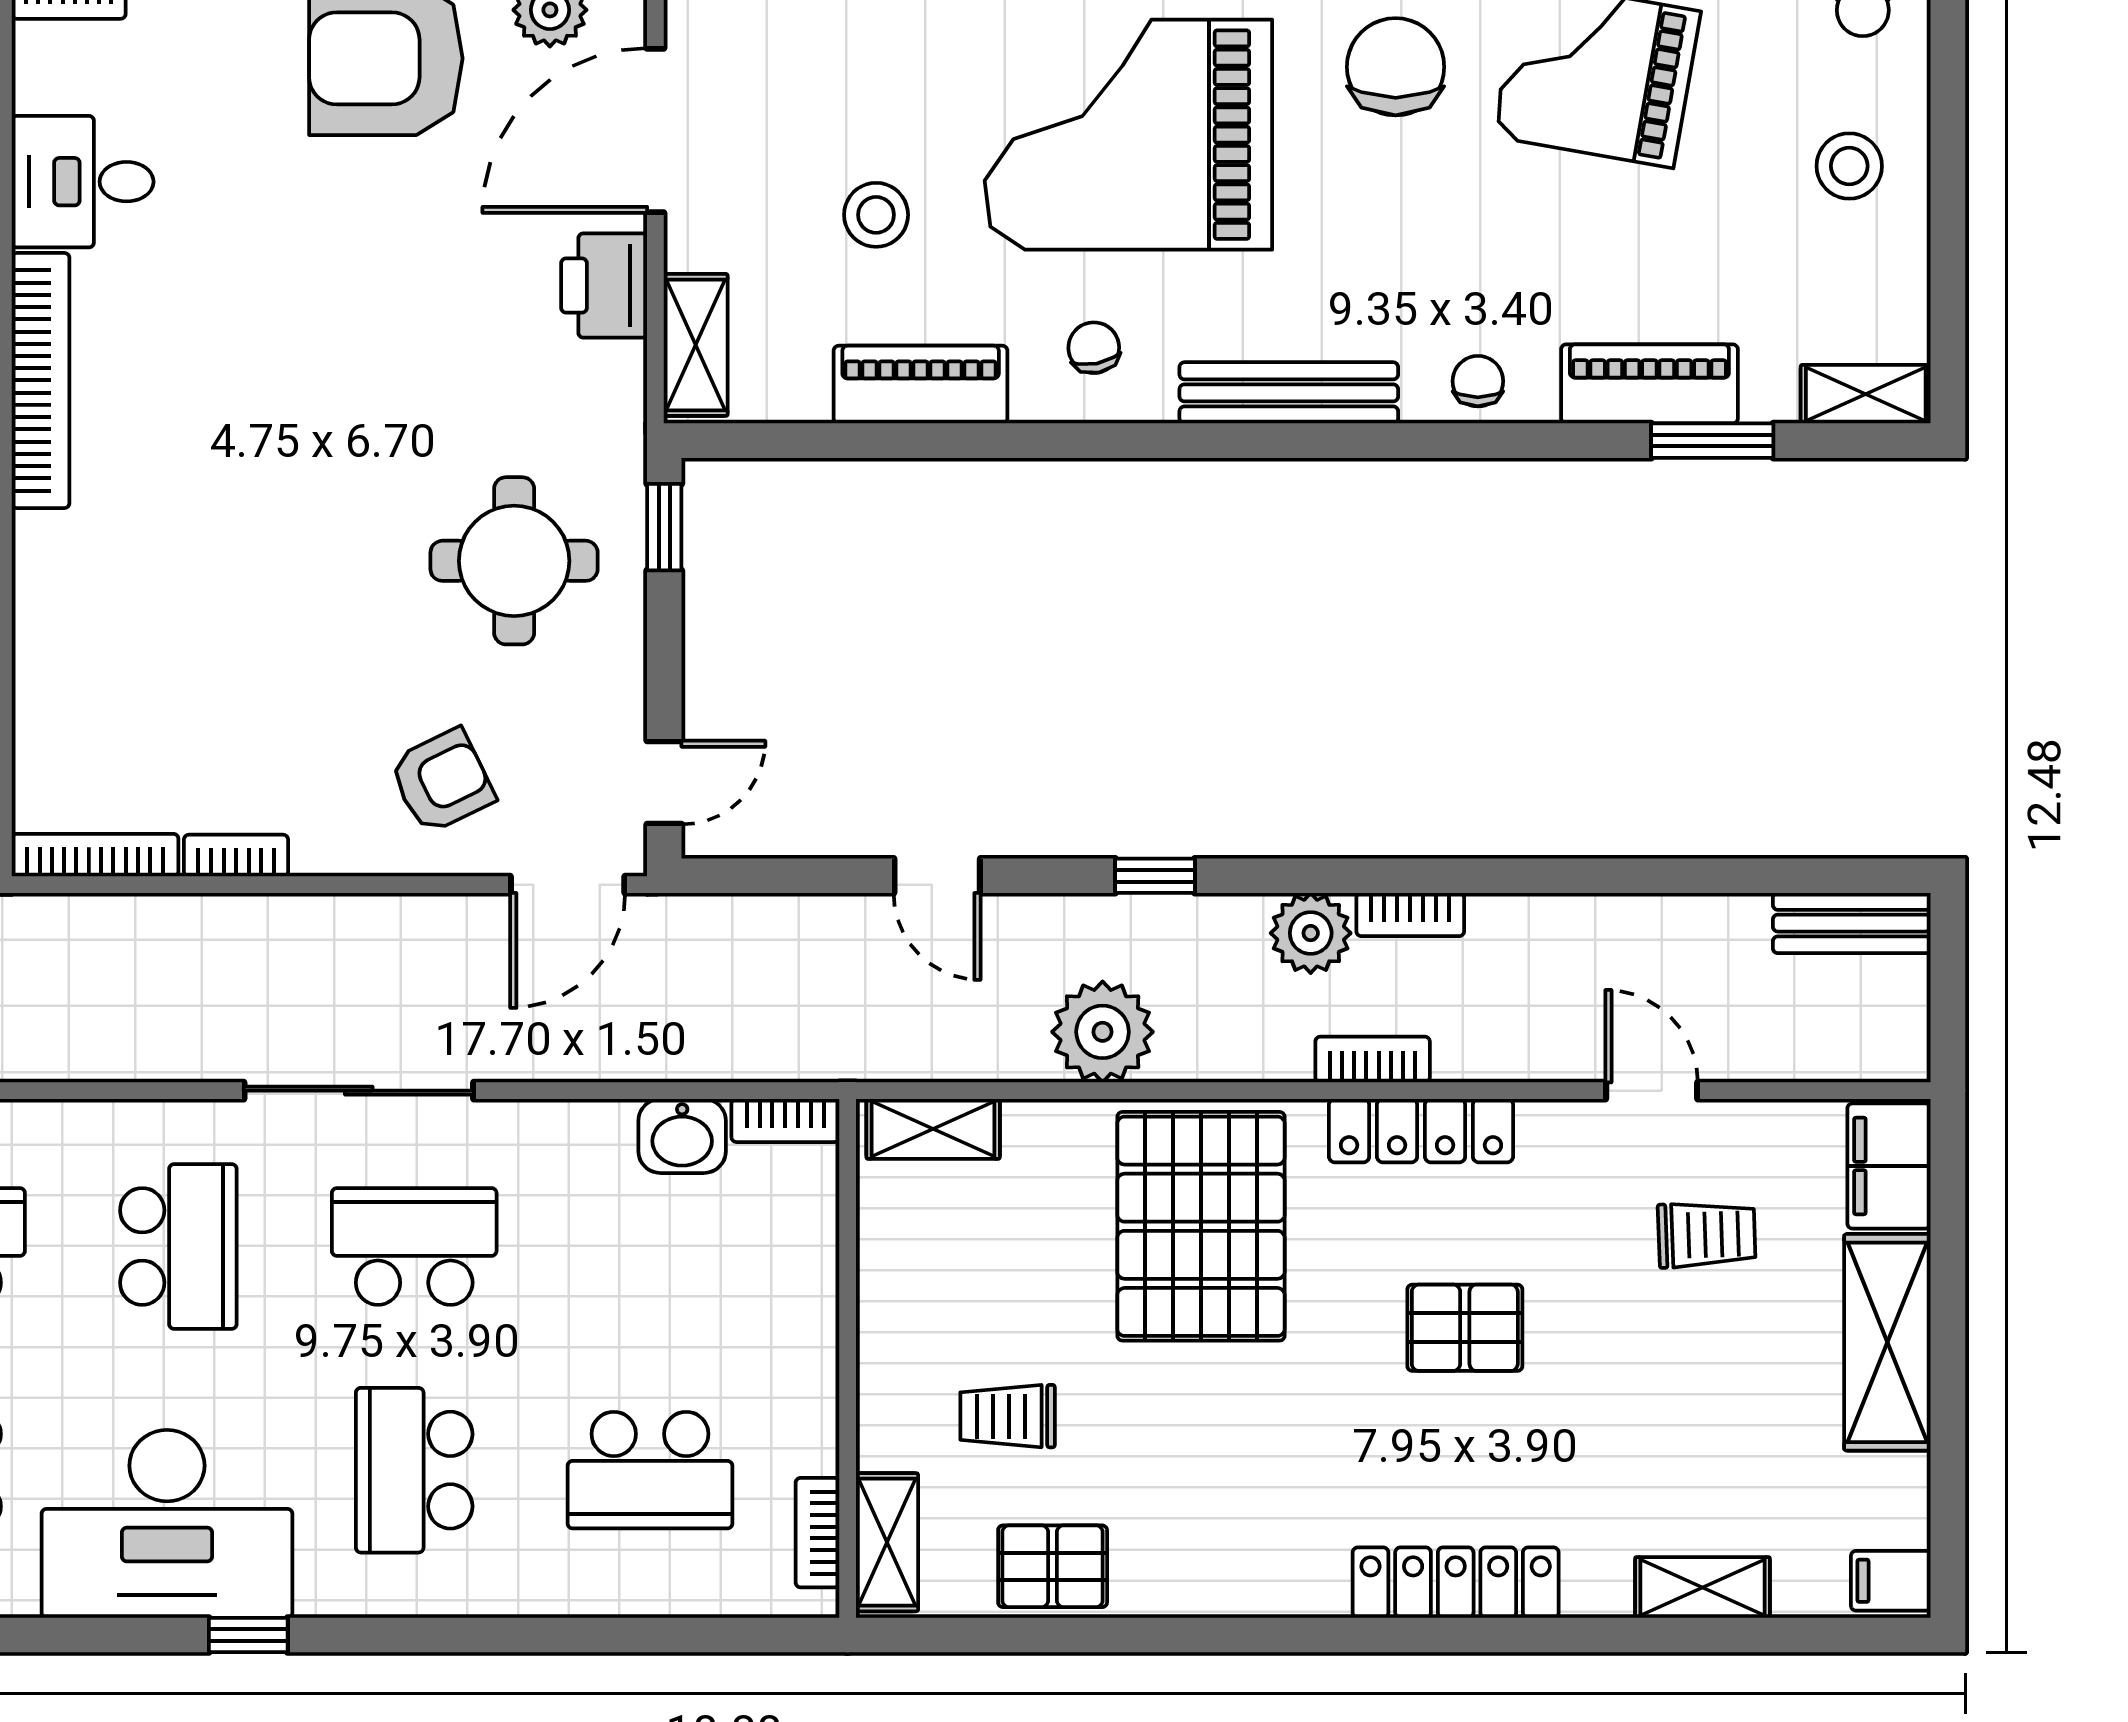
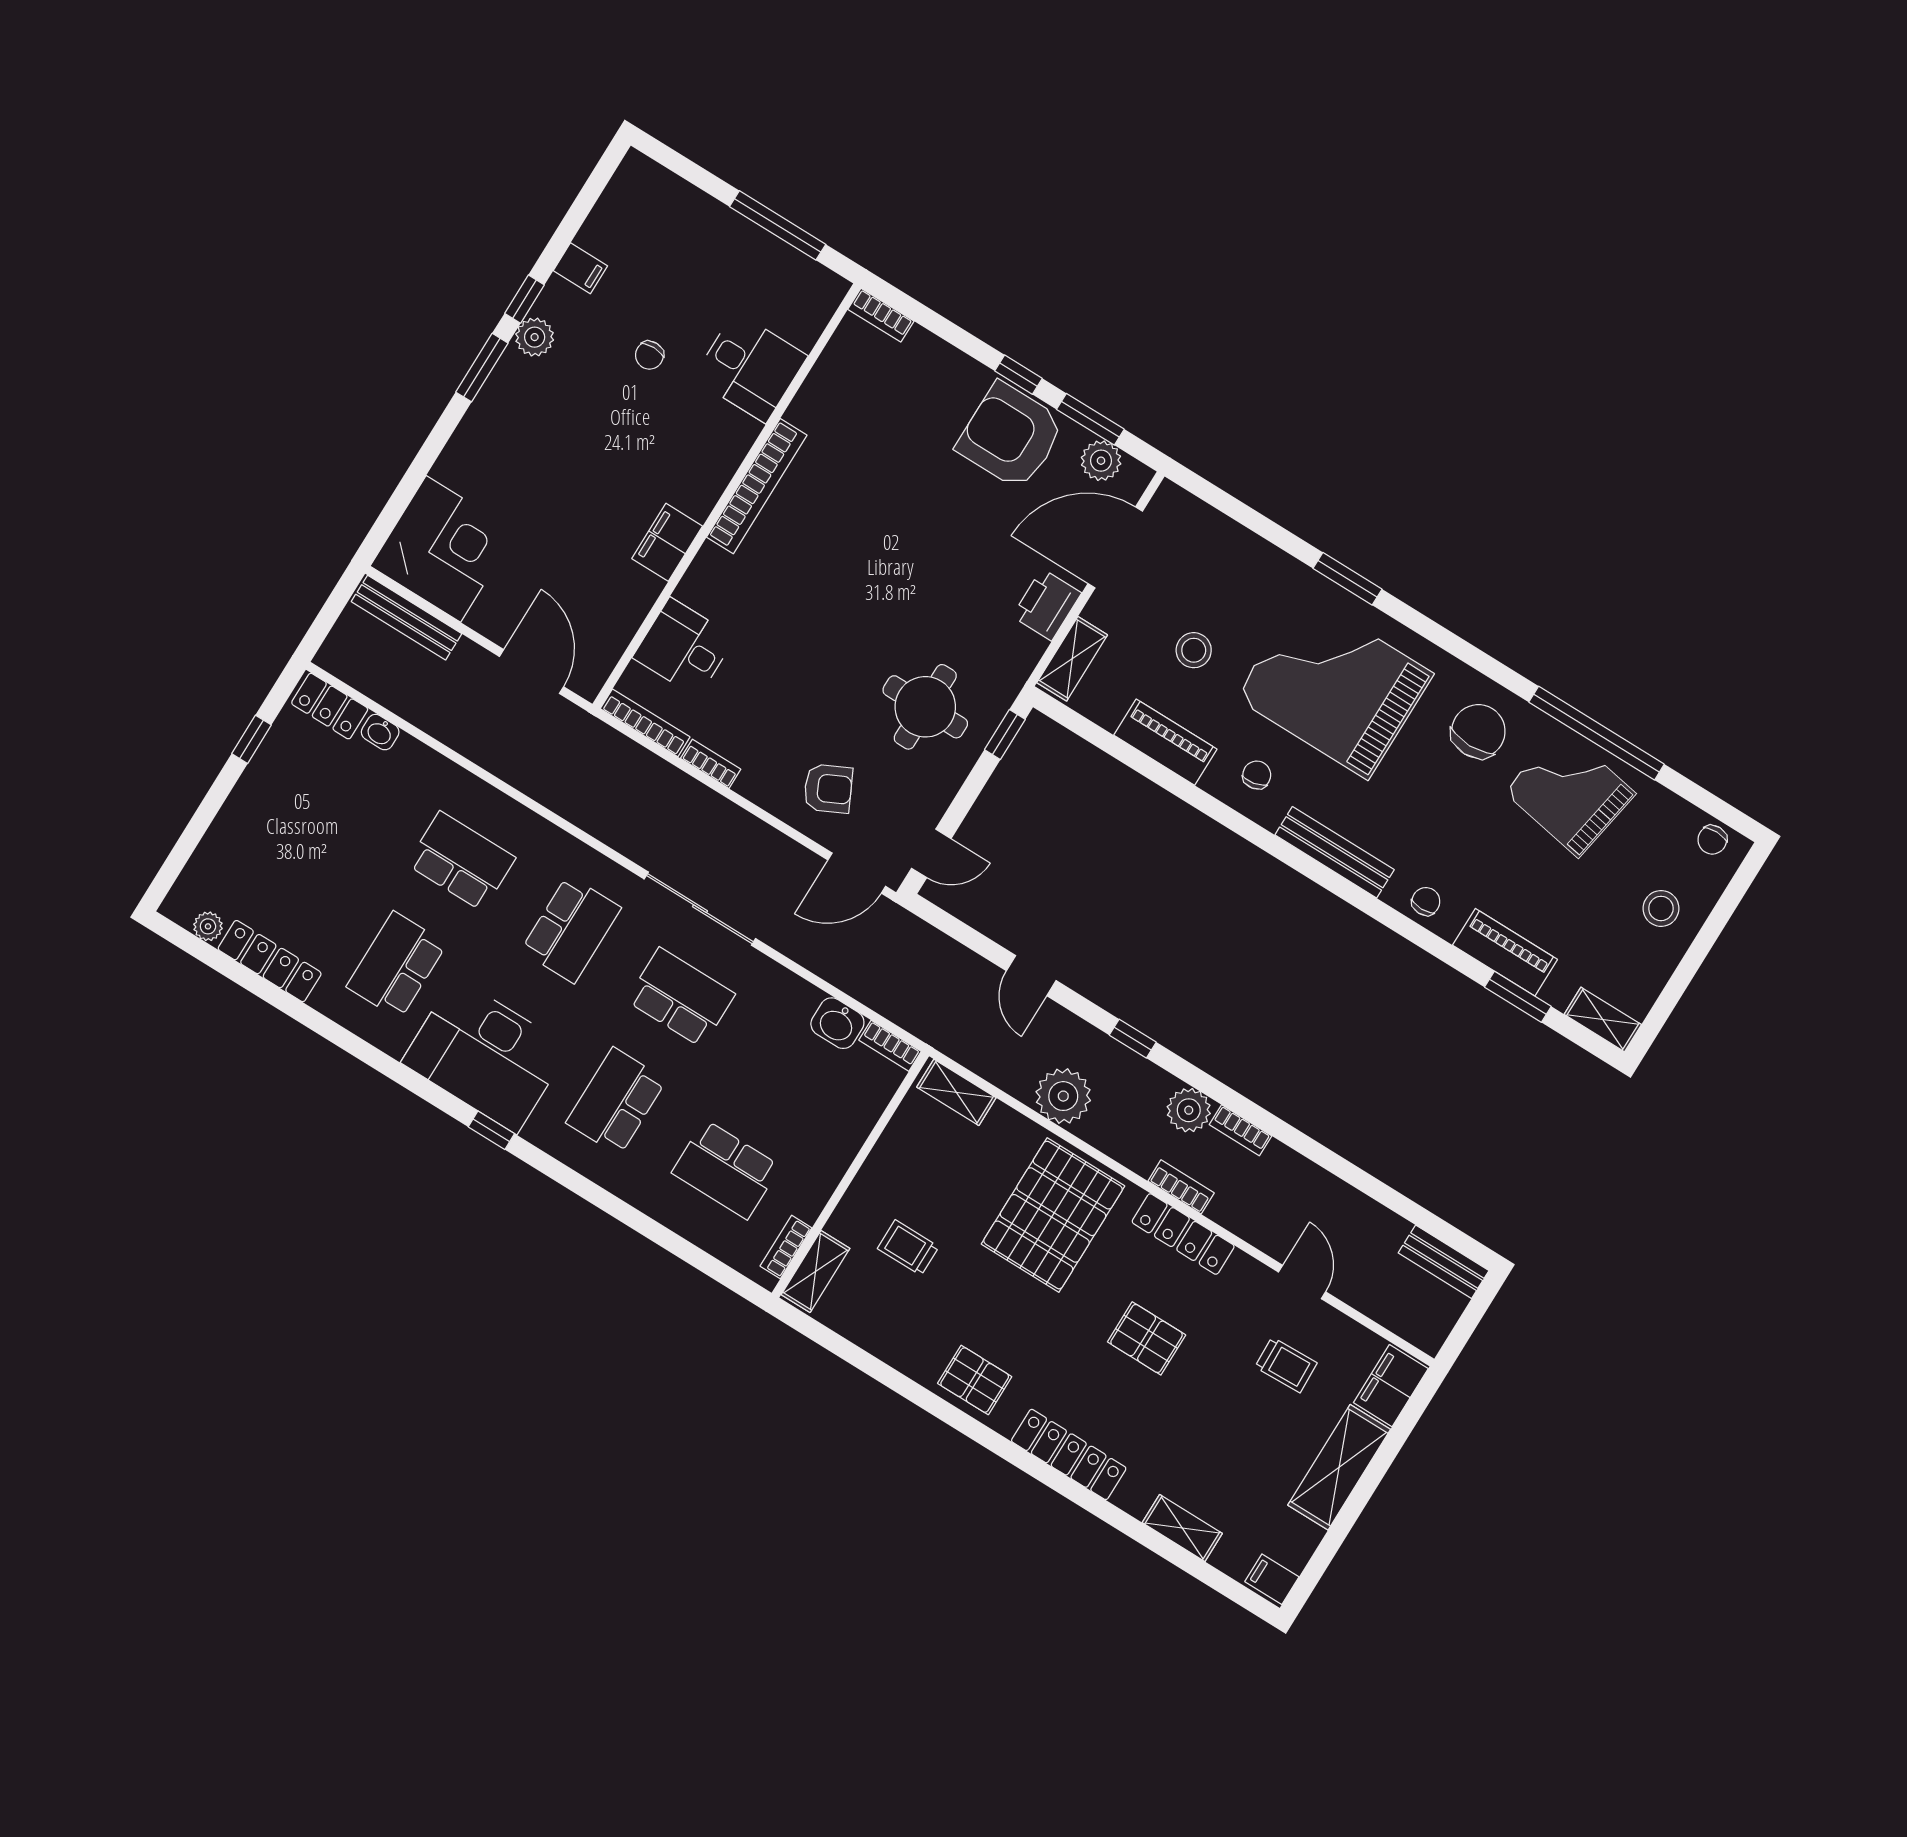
desk: (83, 182) -> (684, 648), moved
pallet: (1053, 1566) -> (975, 1380), moved

